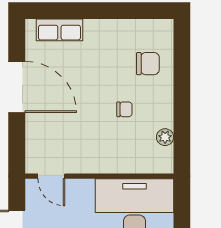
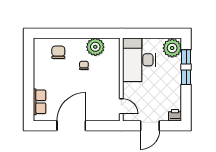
plant: (165, 137) -> (95, 47), width x1.88, depth x1.88
door: (51, 176) -> (121, 106), hinge flipped

